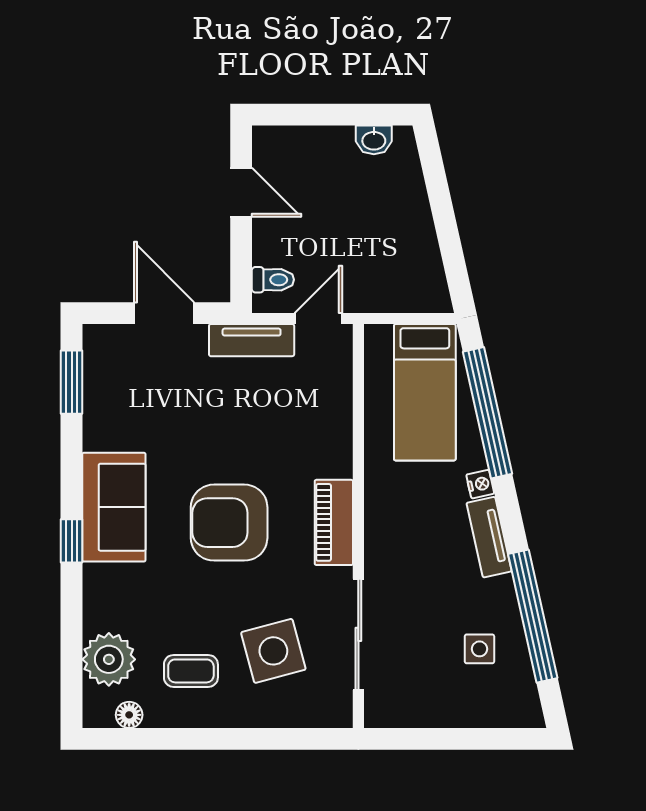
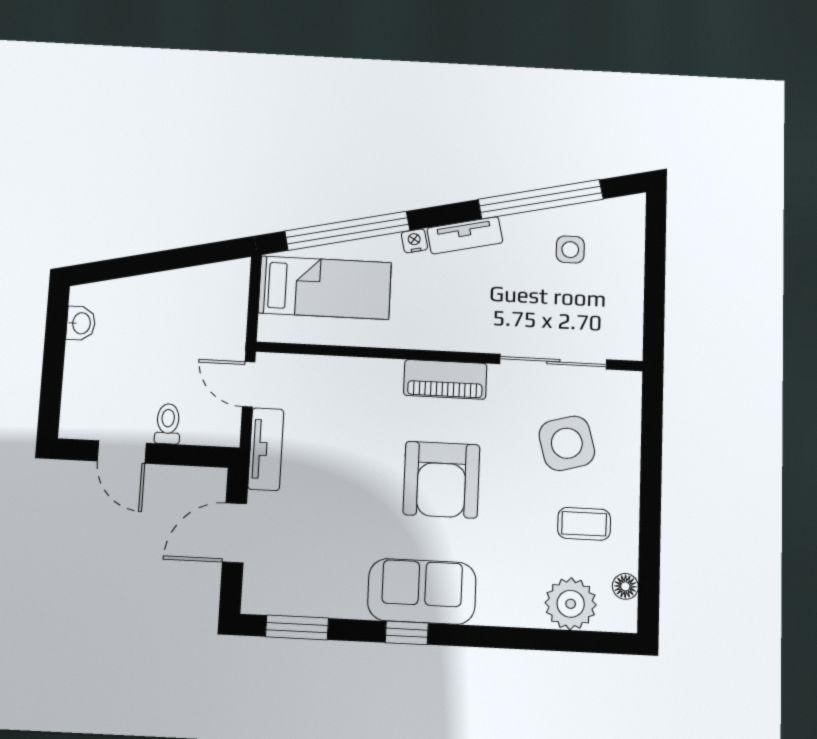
door: (241, 192) -> (122, 452), swing flipped
toilet: (273, 280) -> (168, 424), moved
window: (72, 541) -> (407, 633), moved
coffee table: (191, 671) -> (584, 524), turned 90

